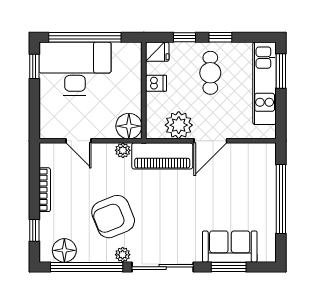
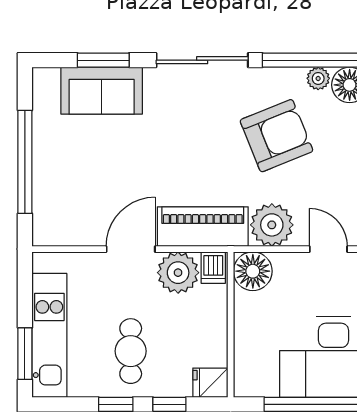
dishwasher: (156, 83) -> (213, 268), moved, turned -90
plant: (123, 150) -> (272, 225), width x1.87, depth x1.87
plant: (123, 255) -> (318, 78), moved

